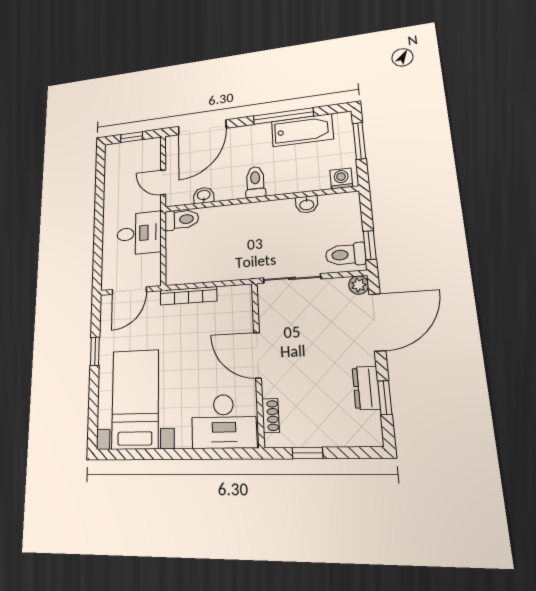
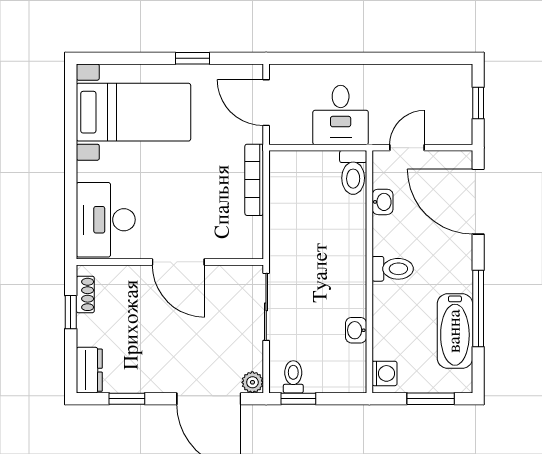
toilet: (345, 255) -> (293, 377), width x0.73, depth x0.72
door: (258, 355) -> (178, 262), swing flipped
dresser: (366, 388) -> (89, 370), moved, turned 90
shoe rack: (271, 416) -> (85, 294), moved, turned -90

